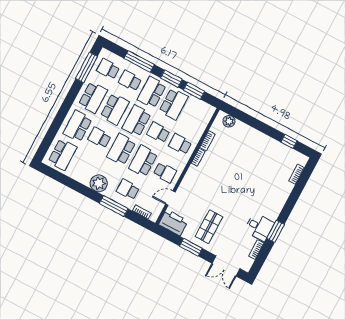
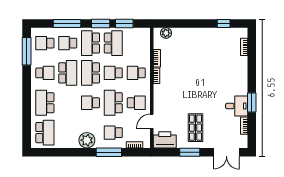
school desk: (93, 97) -> (45, 73), width x0.54
school desk: (99, 138) -> (68, 103), removed
school desk: (121, 149) -> (91, 103), width x0.54

